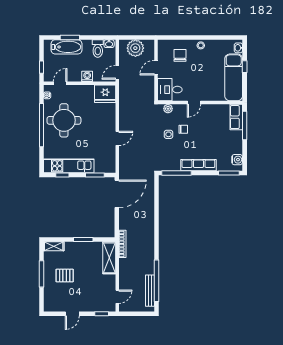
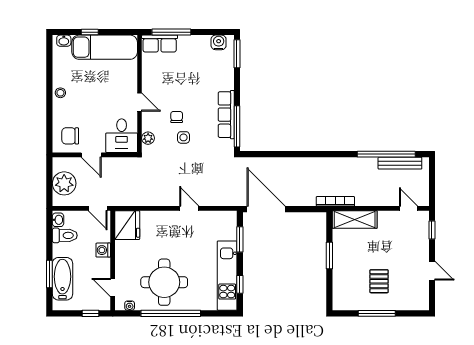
chair: (180, 55) -> (70, 136), moved
row of seats: (198, 165) -> (226, 115), moved
shelving: (54, 246) -> (339, 296), removed

